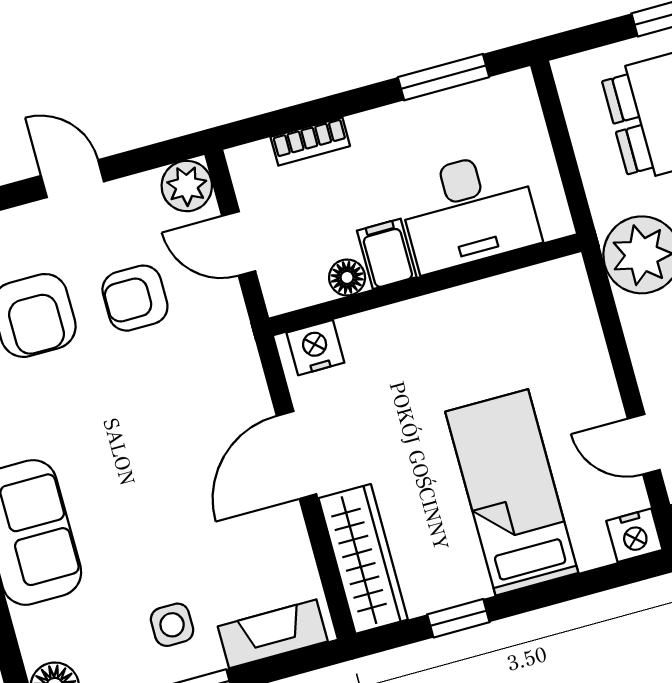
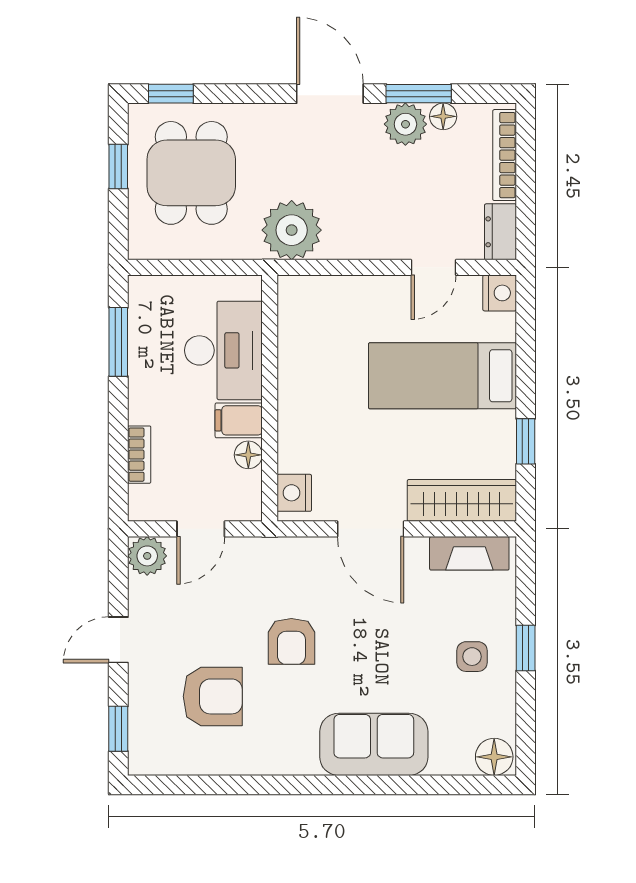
armchair: (135, 298) -> (291, 641), moved
fireplace: (273, 634) -> (469, 553), moved, turned -90

